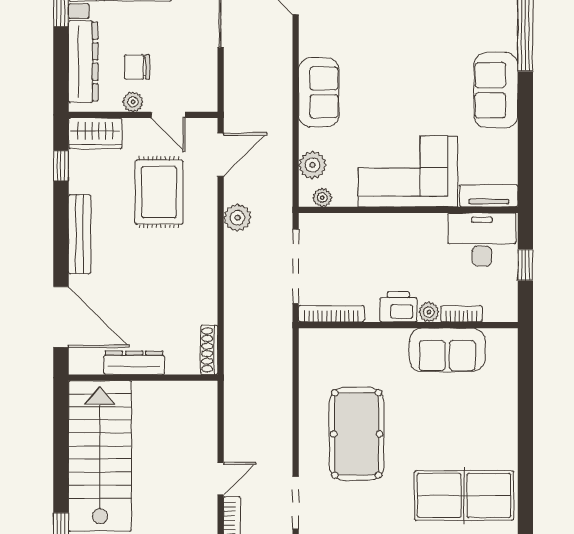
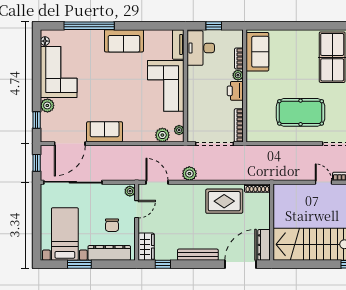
sofa: (319, 92) -> (105, 132), moved
plant: (133, 102) -> (130, 191), moved
rug: (159, 192) -> (224, 201), moved
sofa: (447, 350) -> (257, 52), moved
dresser: (134, 363) -> (264, 245), moved

